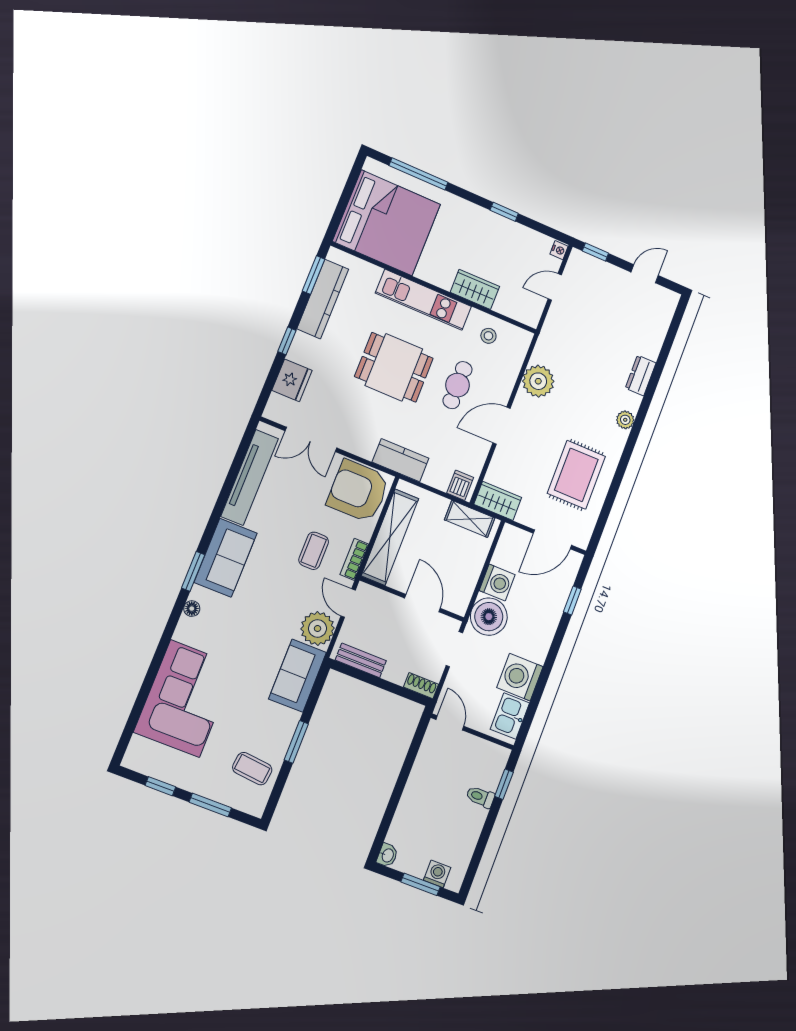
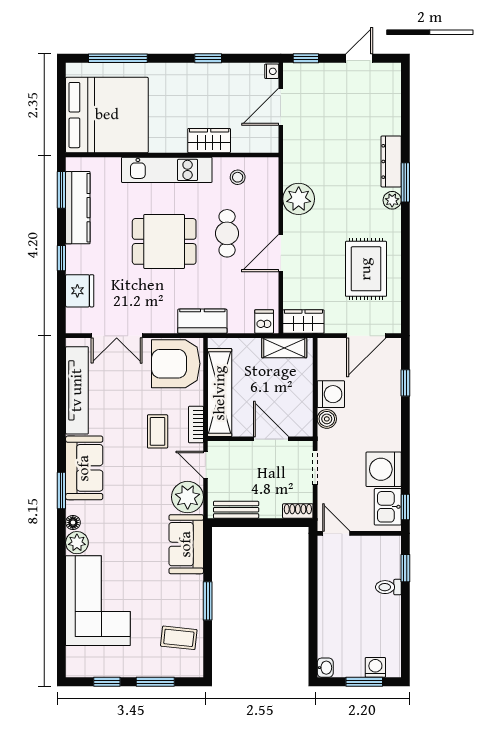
door: (555, 287) -> (281, 107), width x1.38
dresser: (641, 376) -> (391, 161), width x1.44
window: (644, 408) -> (405, 182), added
boiler: (489, 617) -> (327, 419), width x0.54, depth x0.54
plant: (188, 631) -> (77, 543), added
window: (527, 723) -> (405, 507), added

